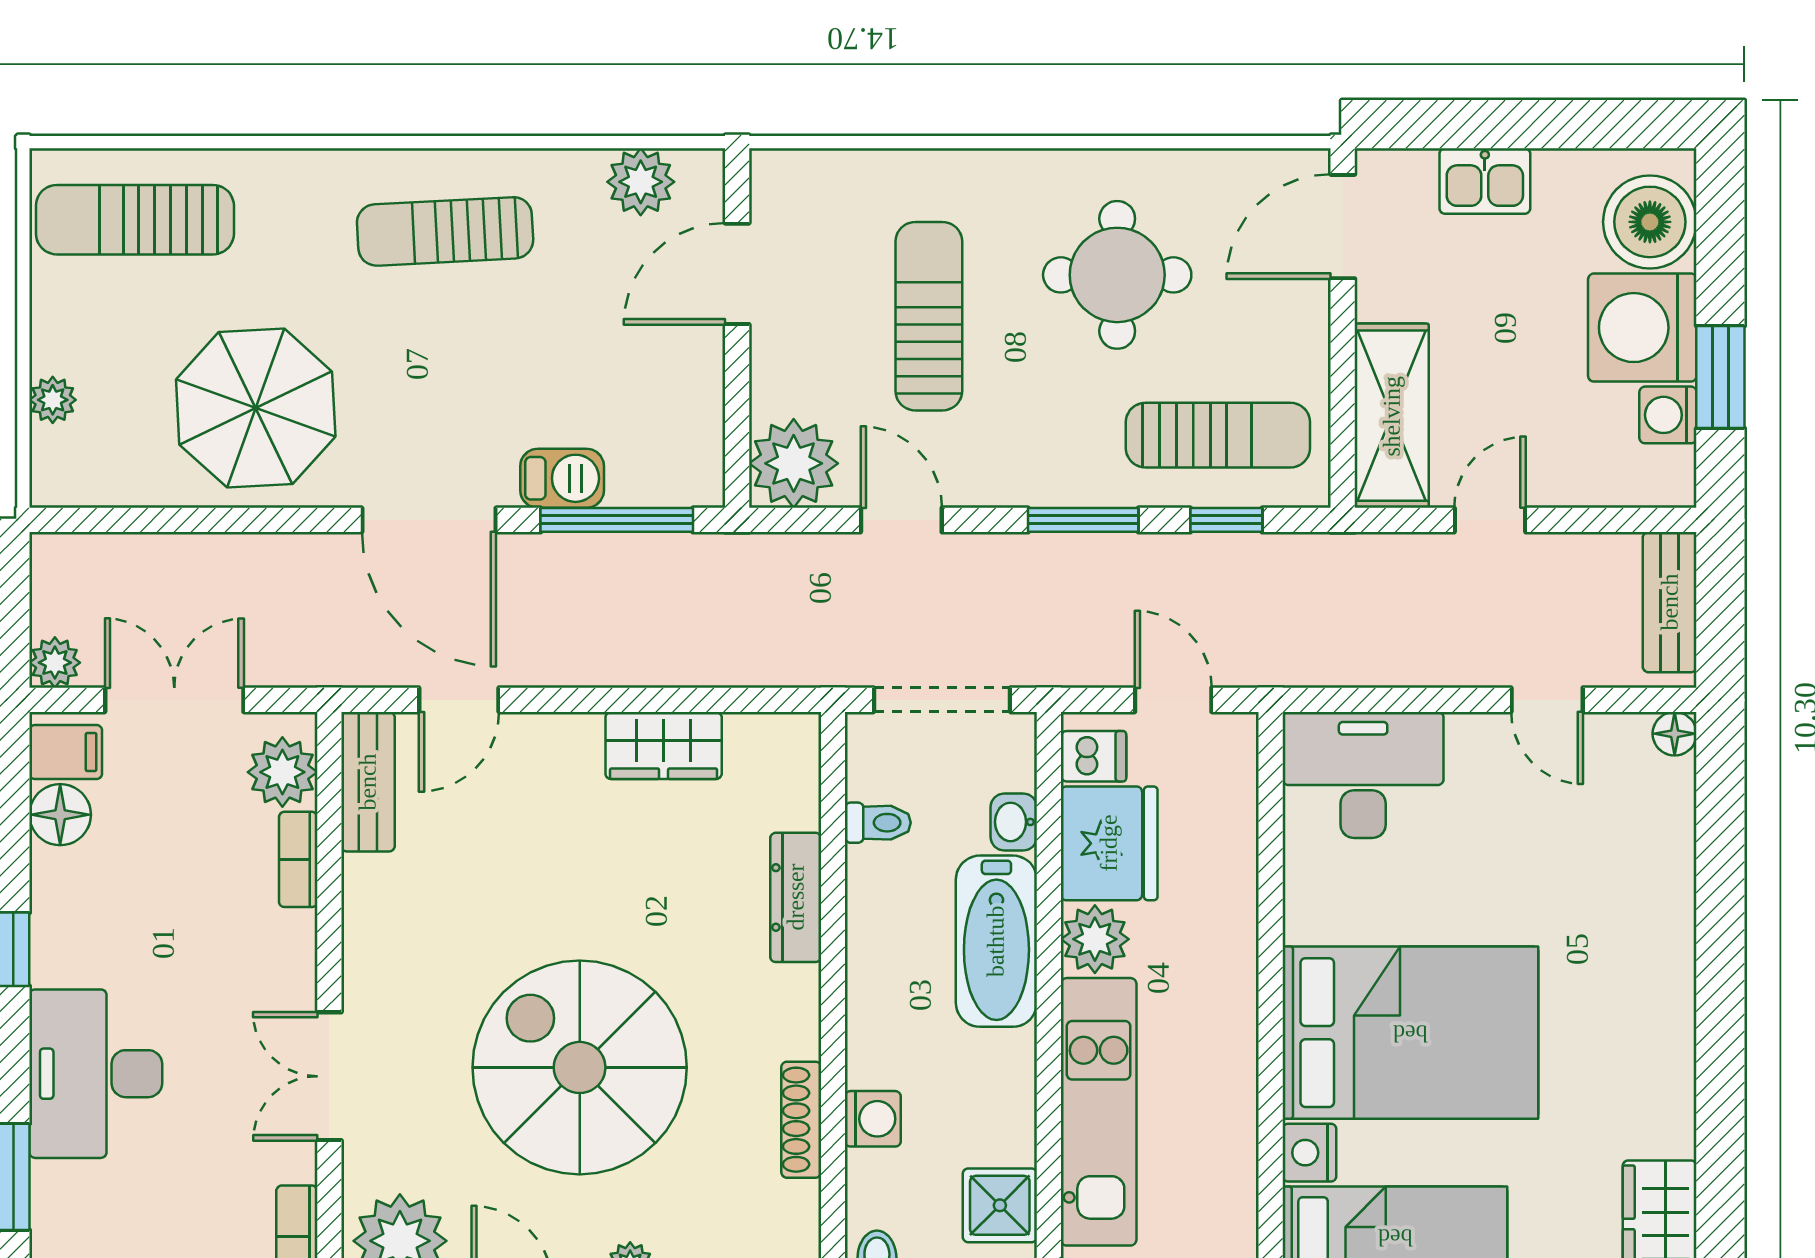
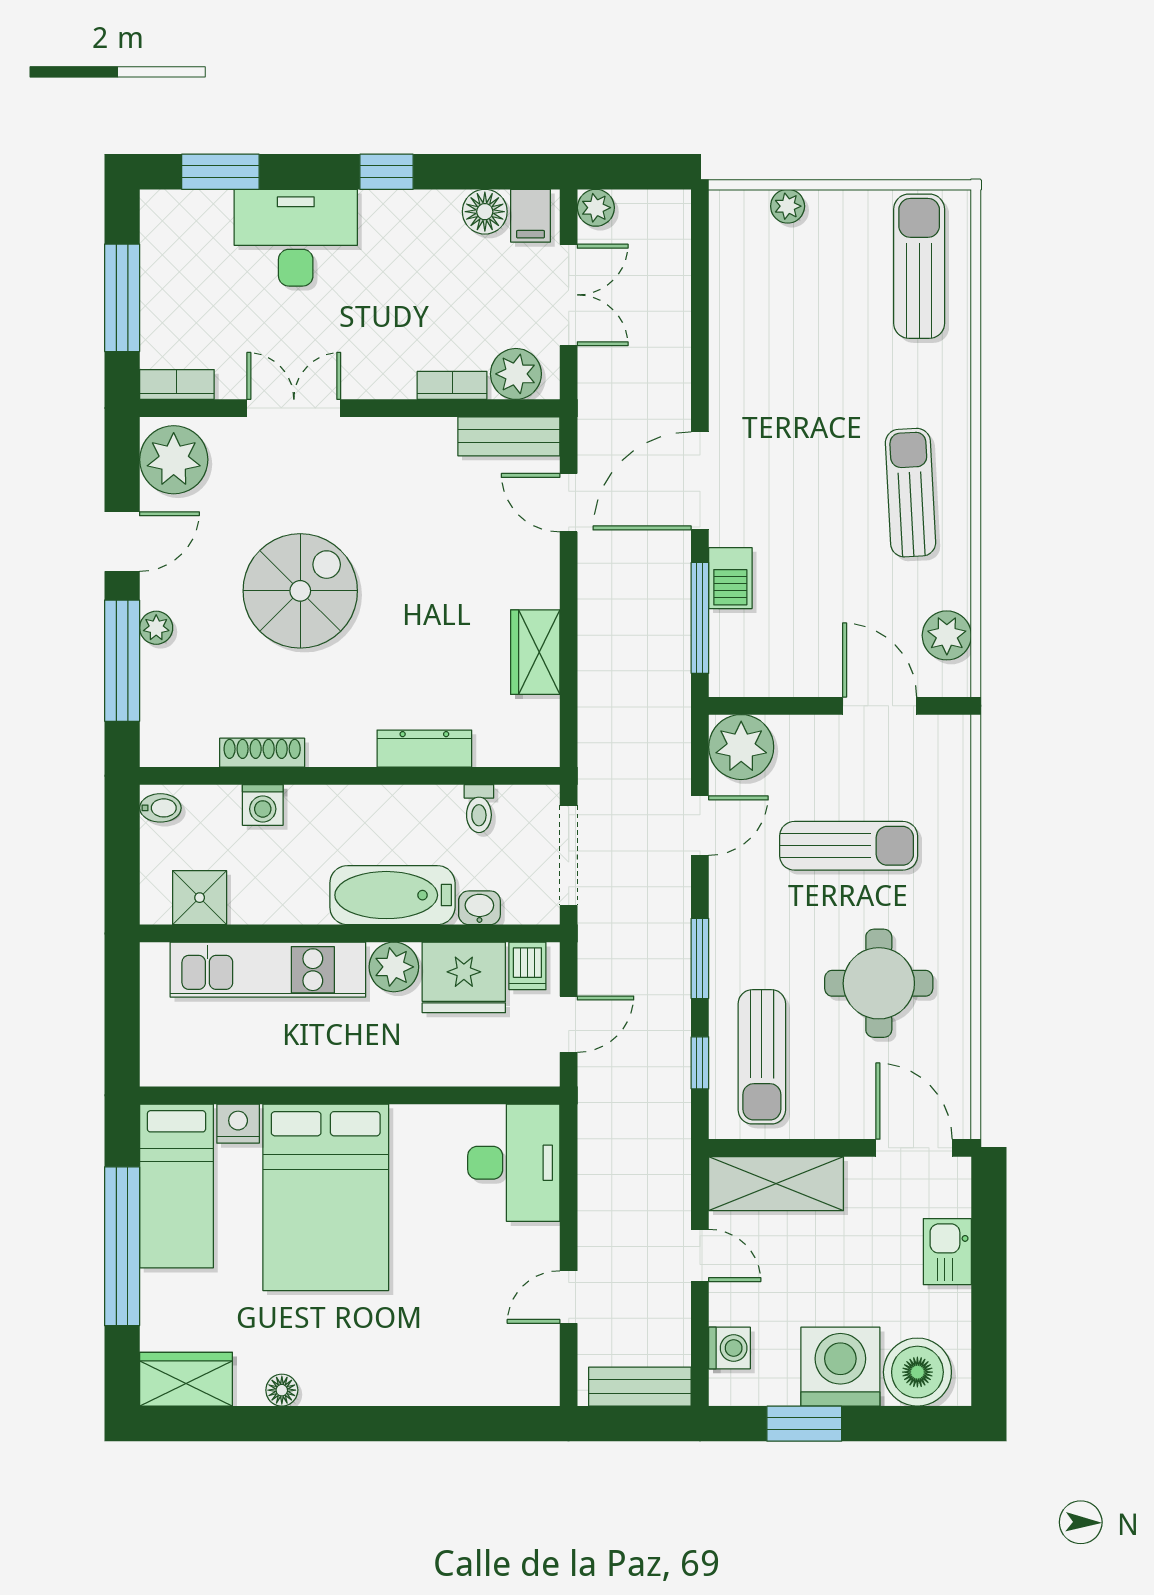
parasol: (256, 408) -> (782, 354), removed
washing machine: (1668, 415) -> (729, 1348), moved, turned 90
floor lamp: (1675, 734) -> (282, 1390), moved
spiral stairs: (580, 1067) -> (300, 591), width x0.73, depth x0.73

